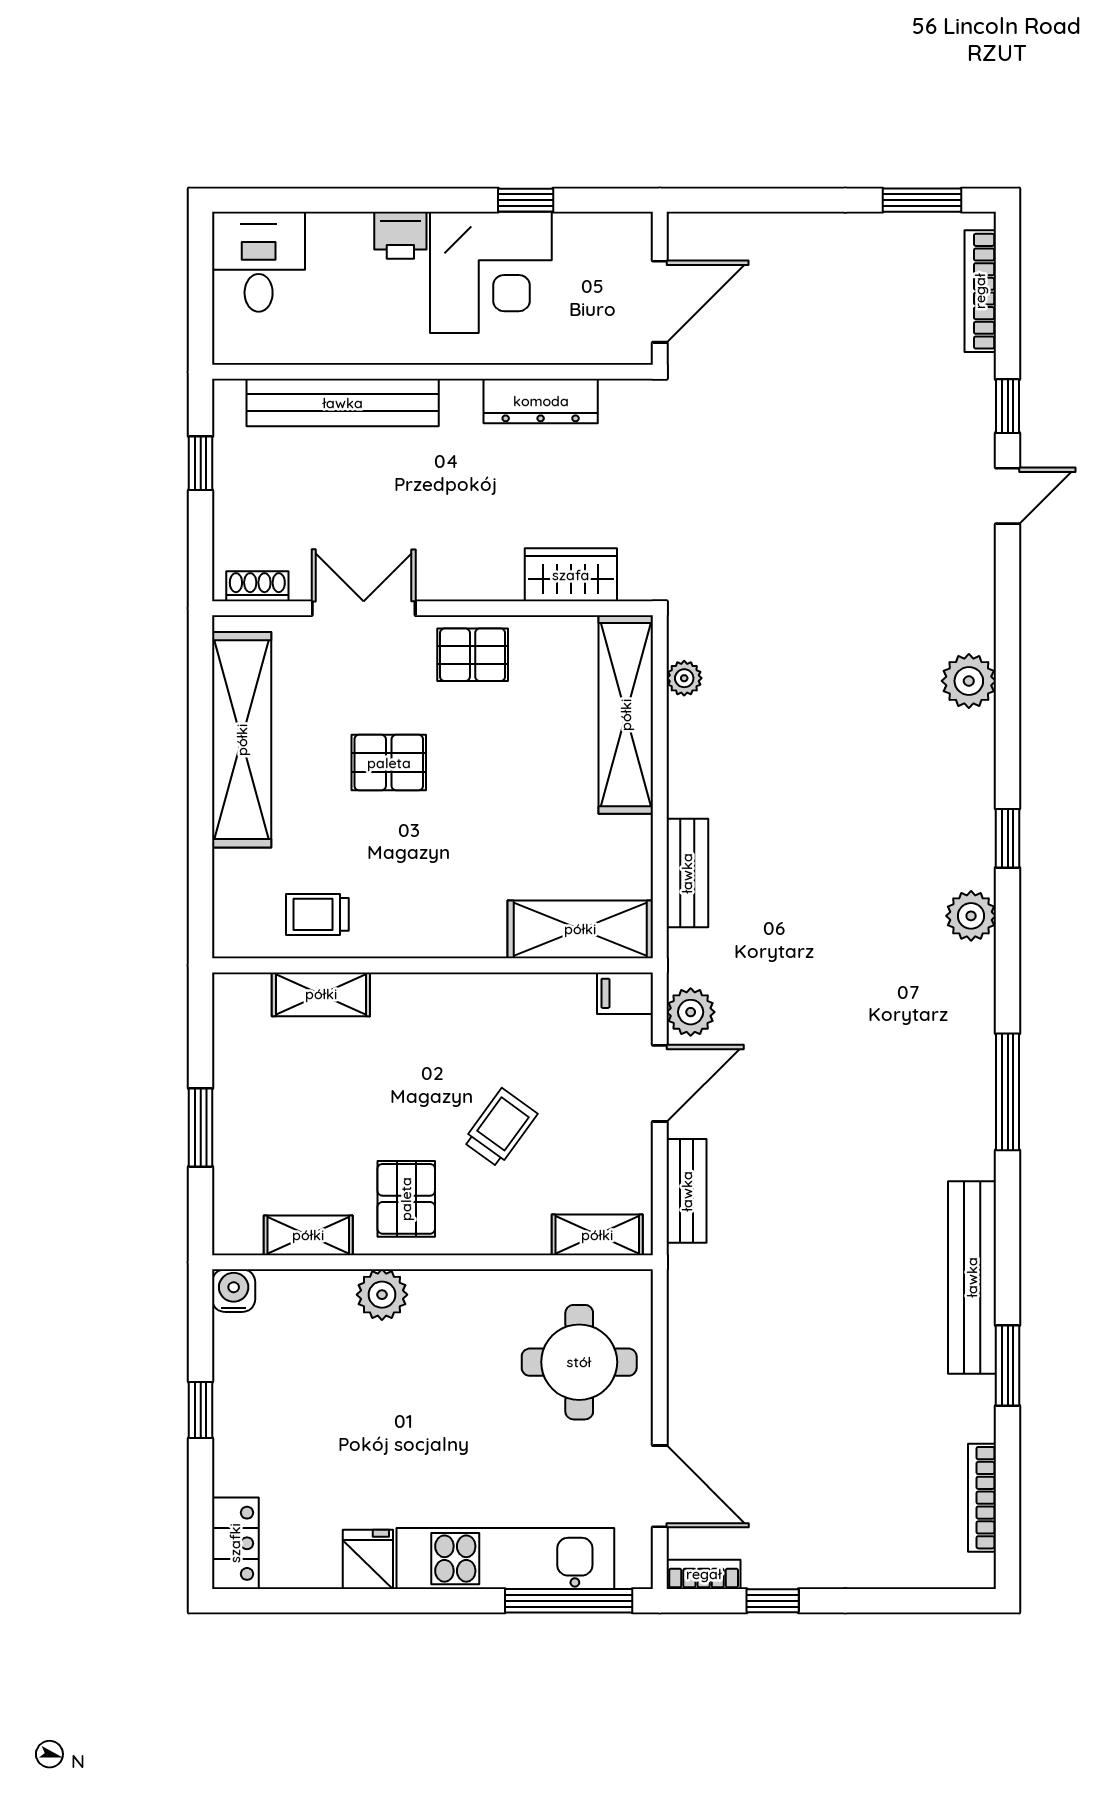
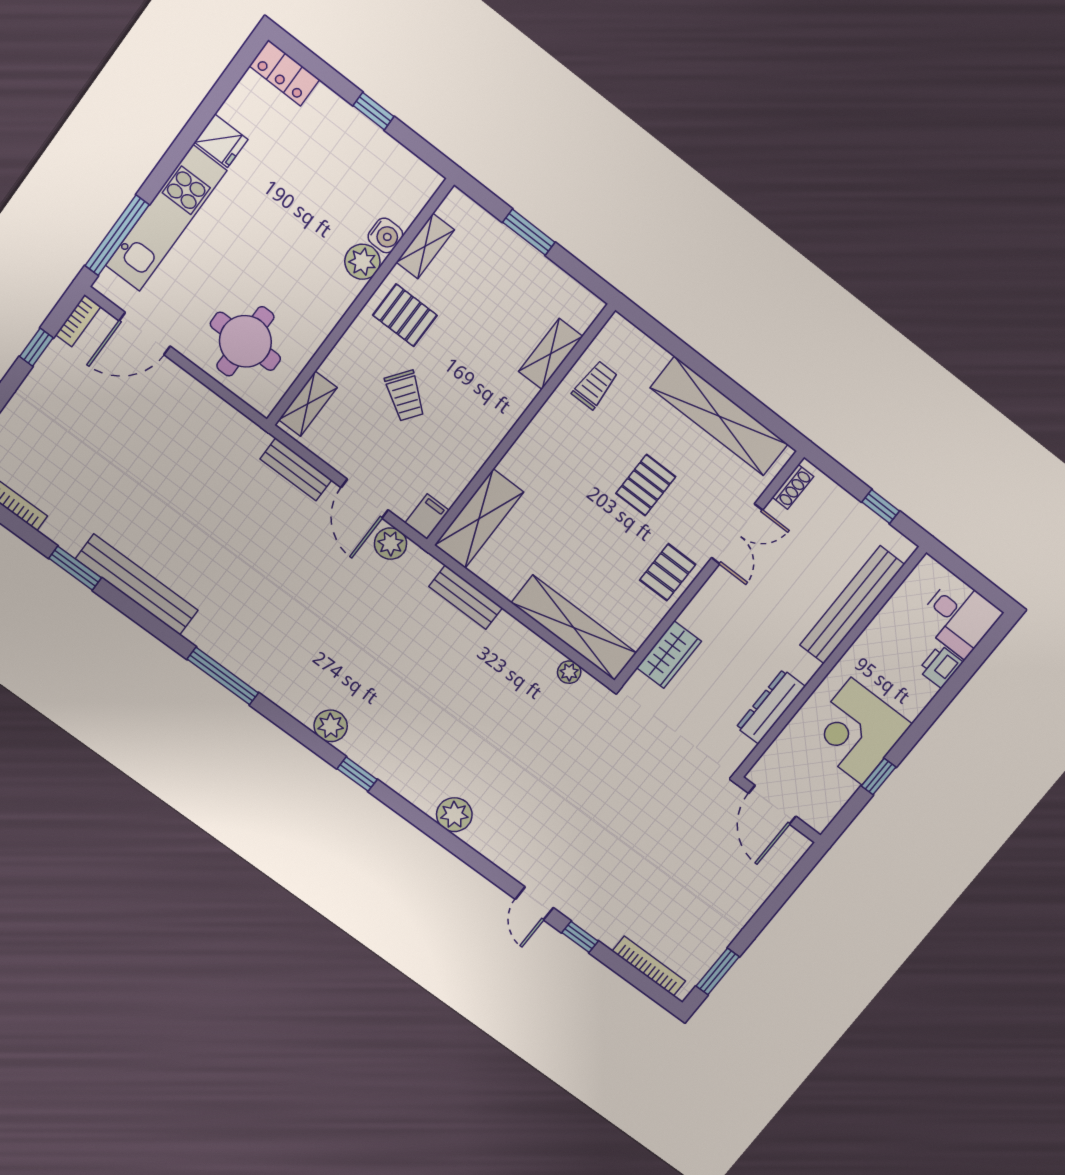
printer: (400, 235) -> (940, 666), moved
water cooler: (234, 1291) -> (385, 235), moved

